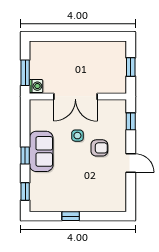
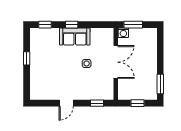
window: (105, 37) -> (160, 84), added
double door: (75, 96) -> (116, 62), swing flipped
armchair: (99, 148) -> (77, 80), removed

